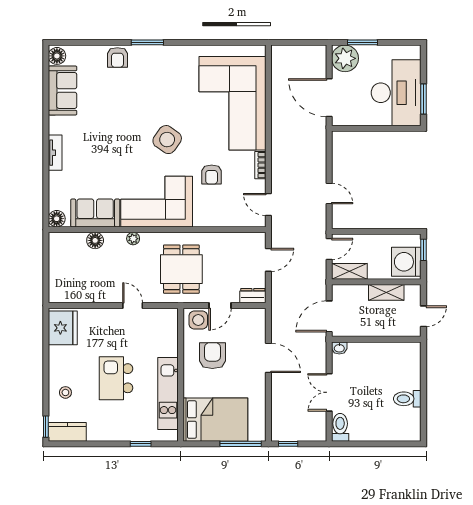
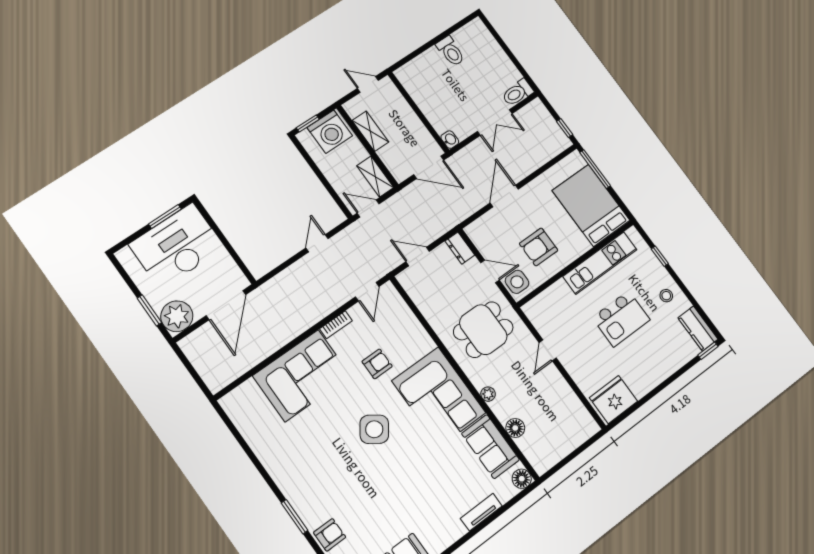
corner sofa: (232, 103) -> (302, 376), width x0.73, depth x0.74
tv unit: (55, 153) -> (481, 512), moved
stool: (65, 392) -> (666, 296), moved

